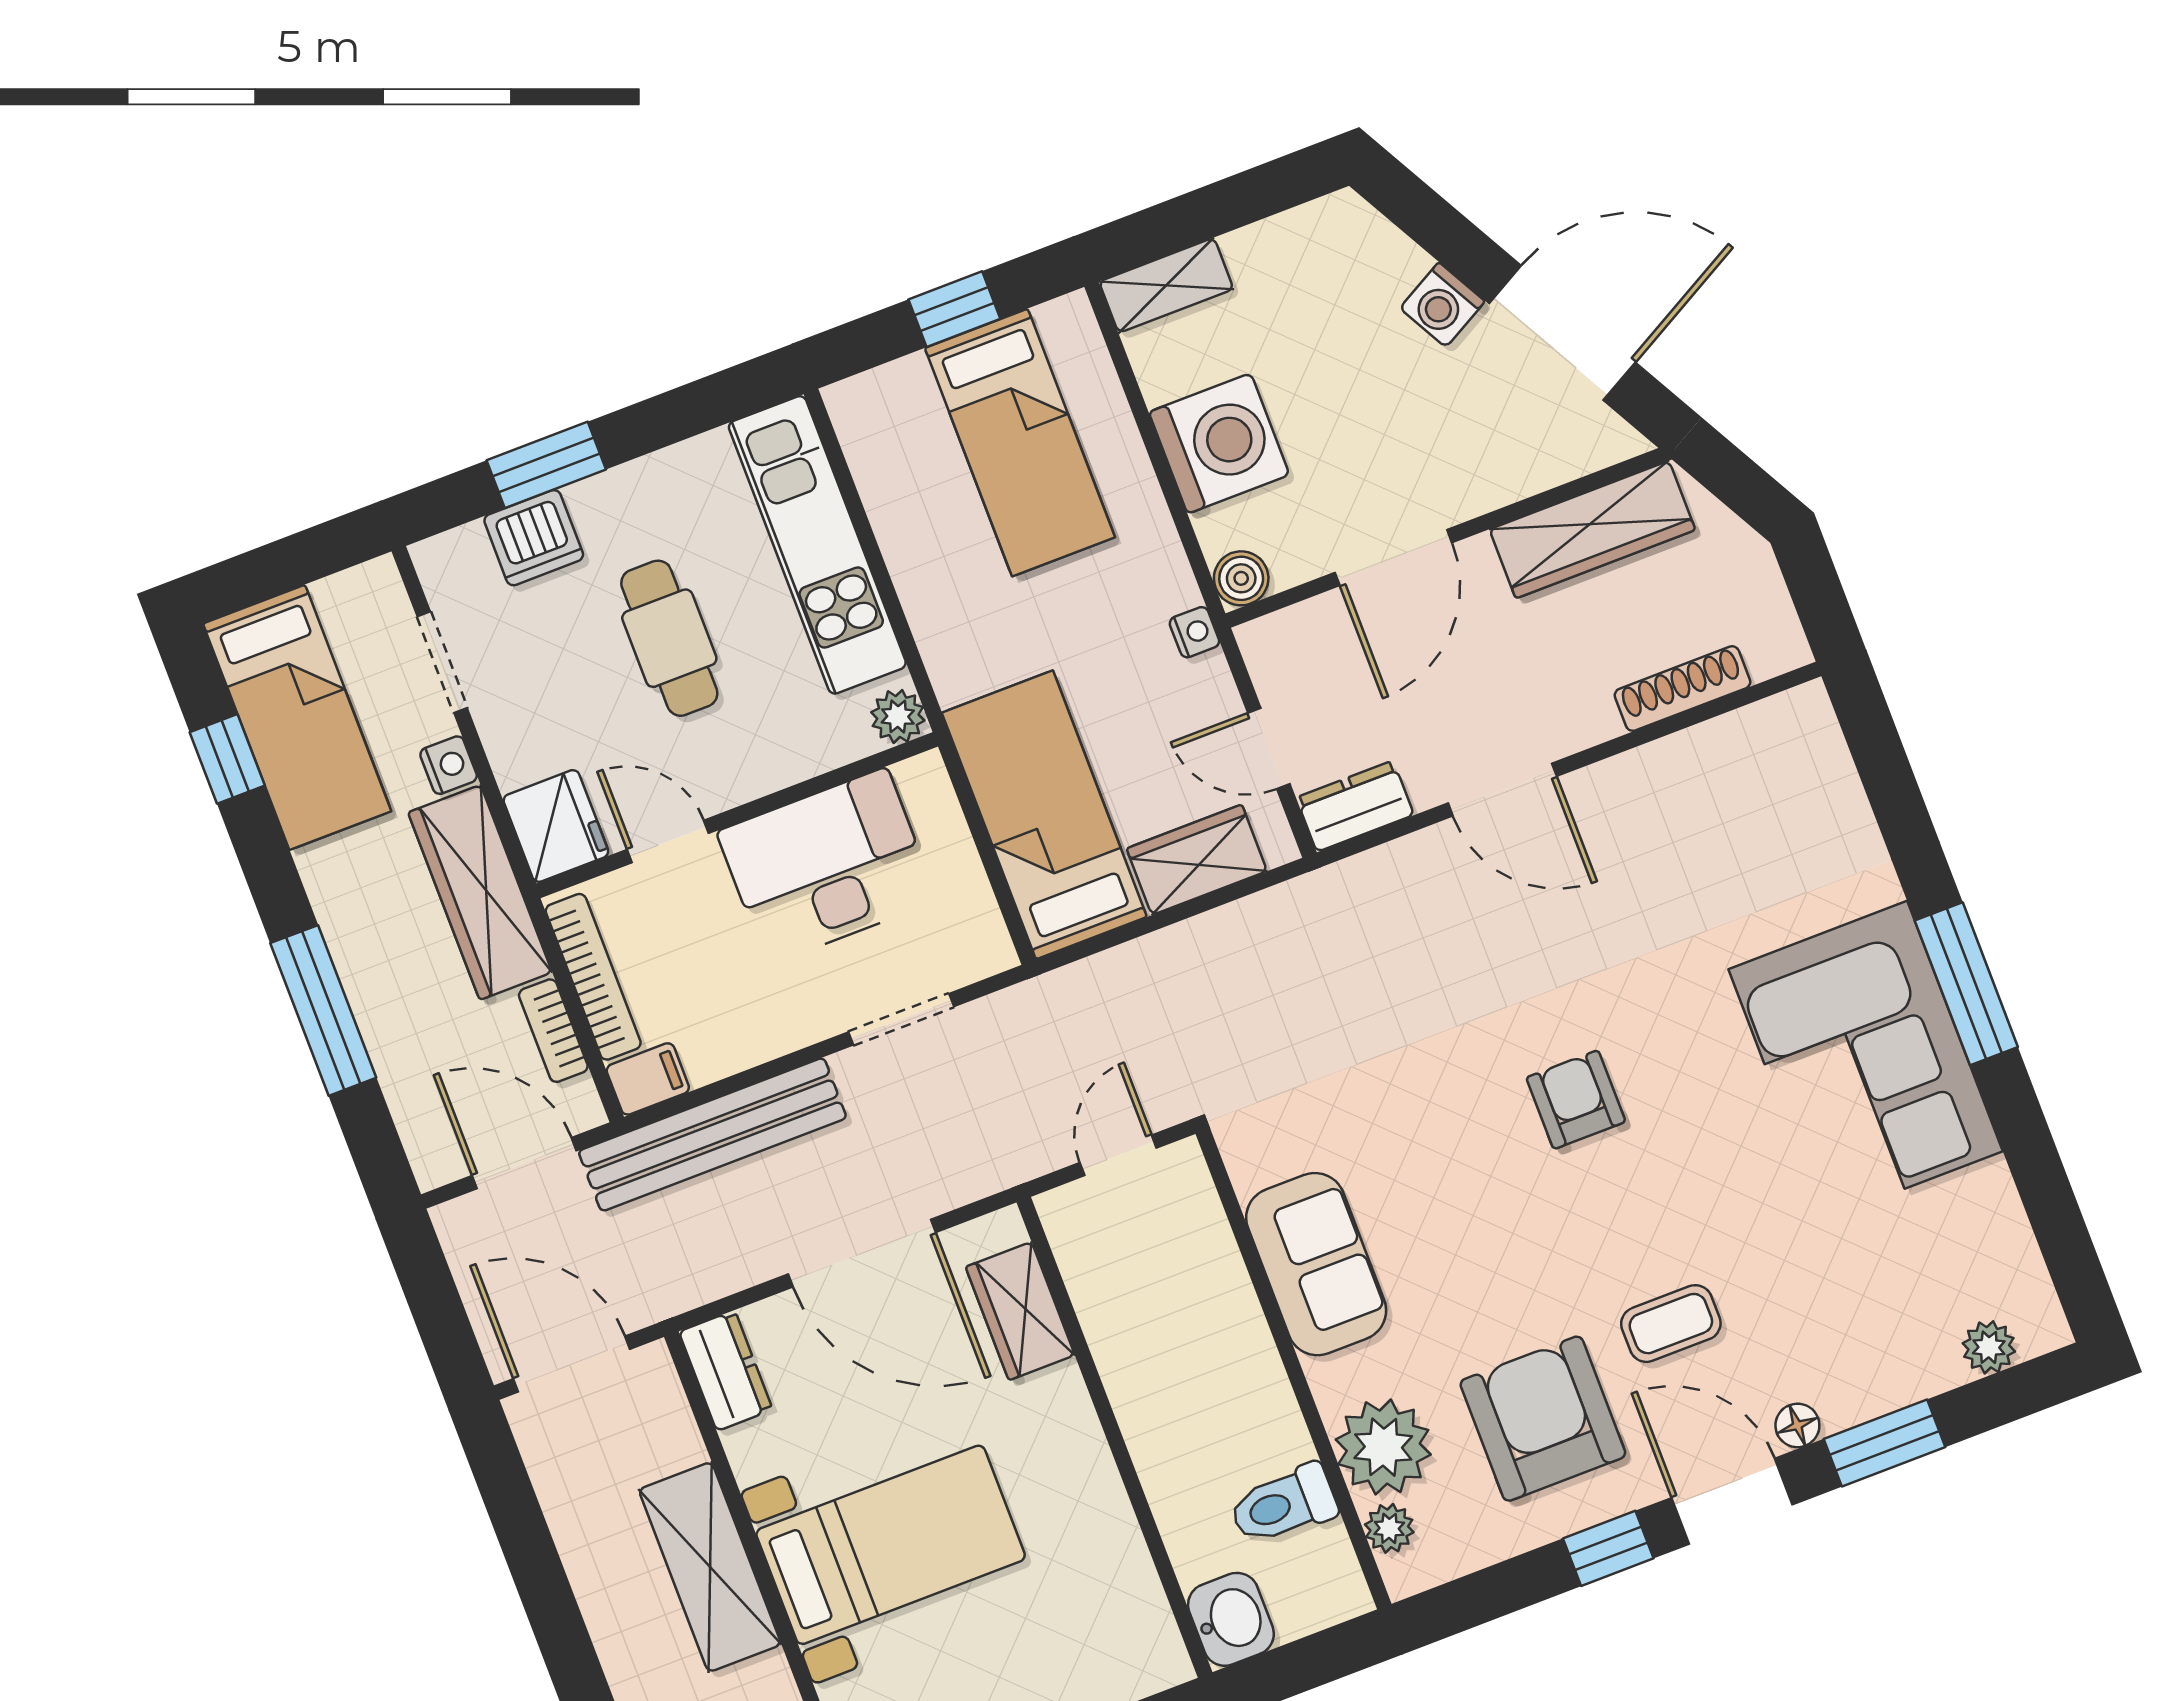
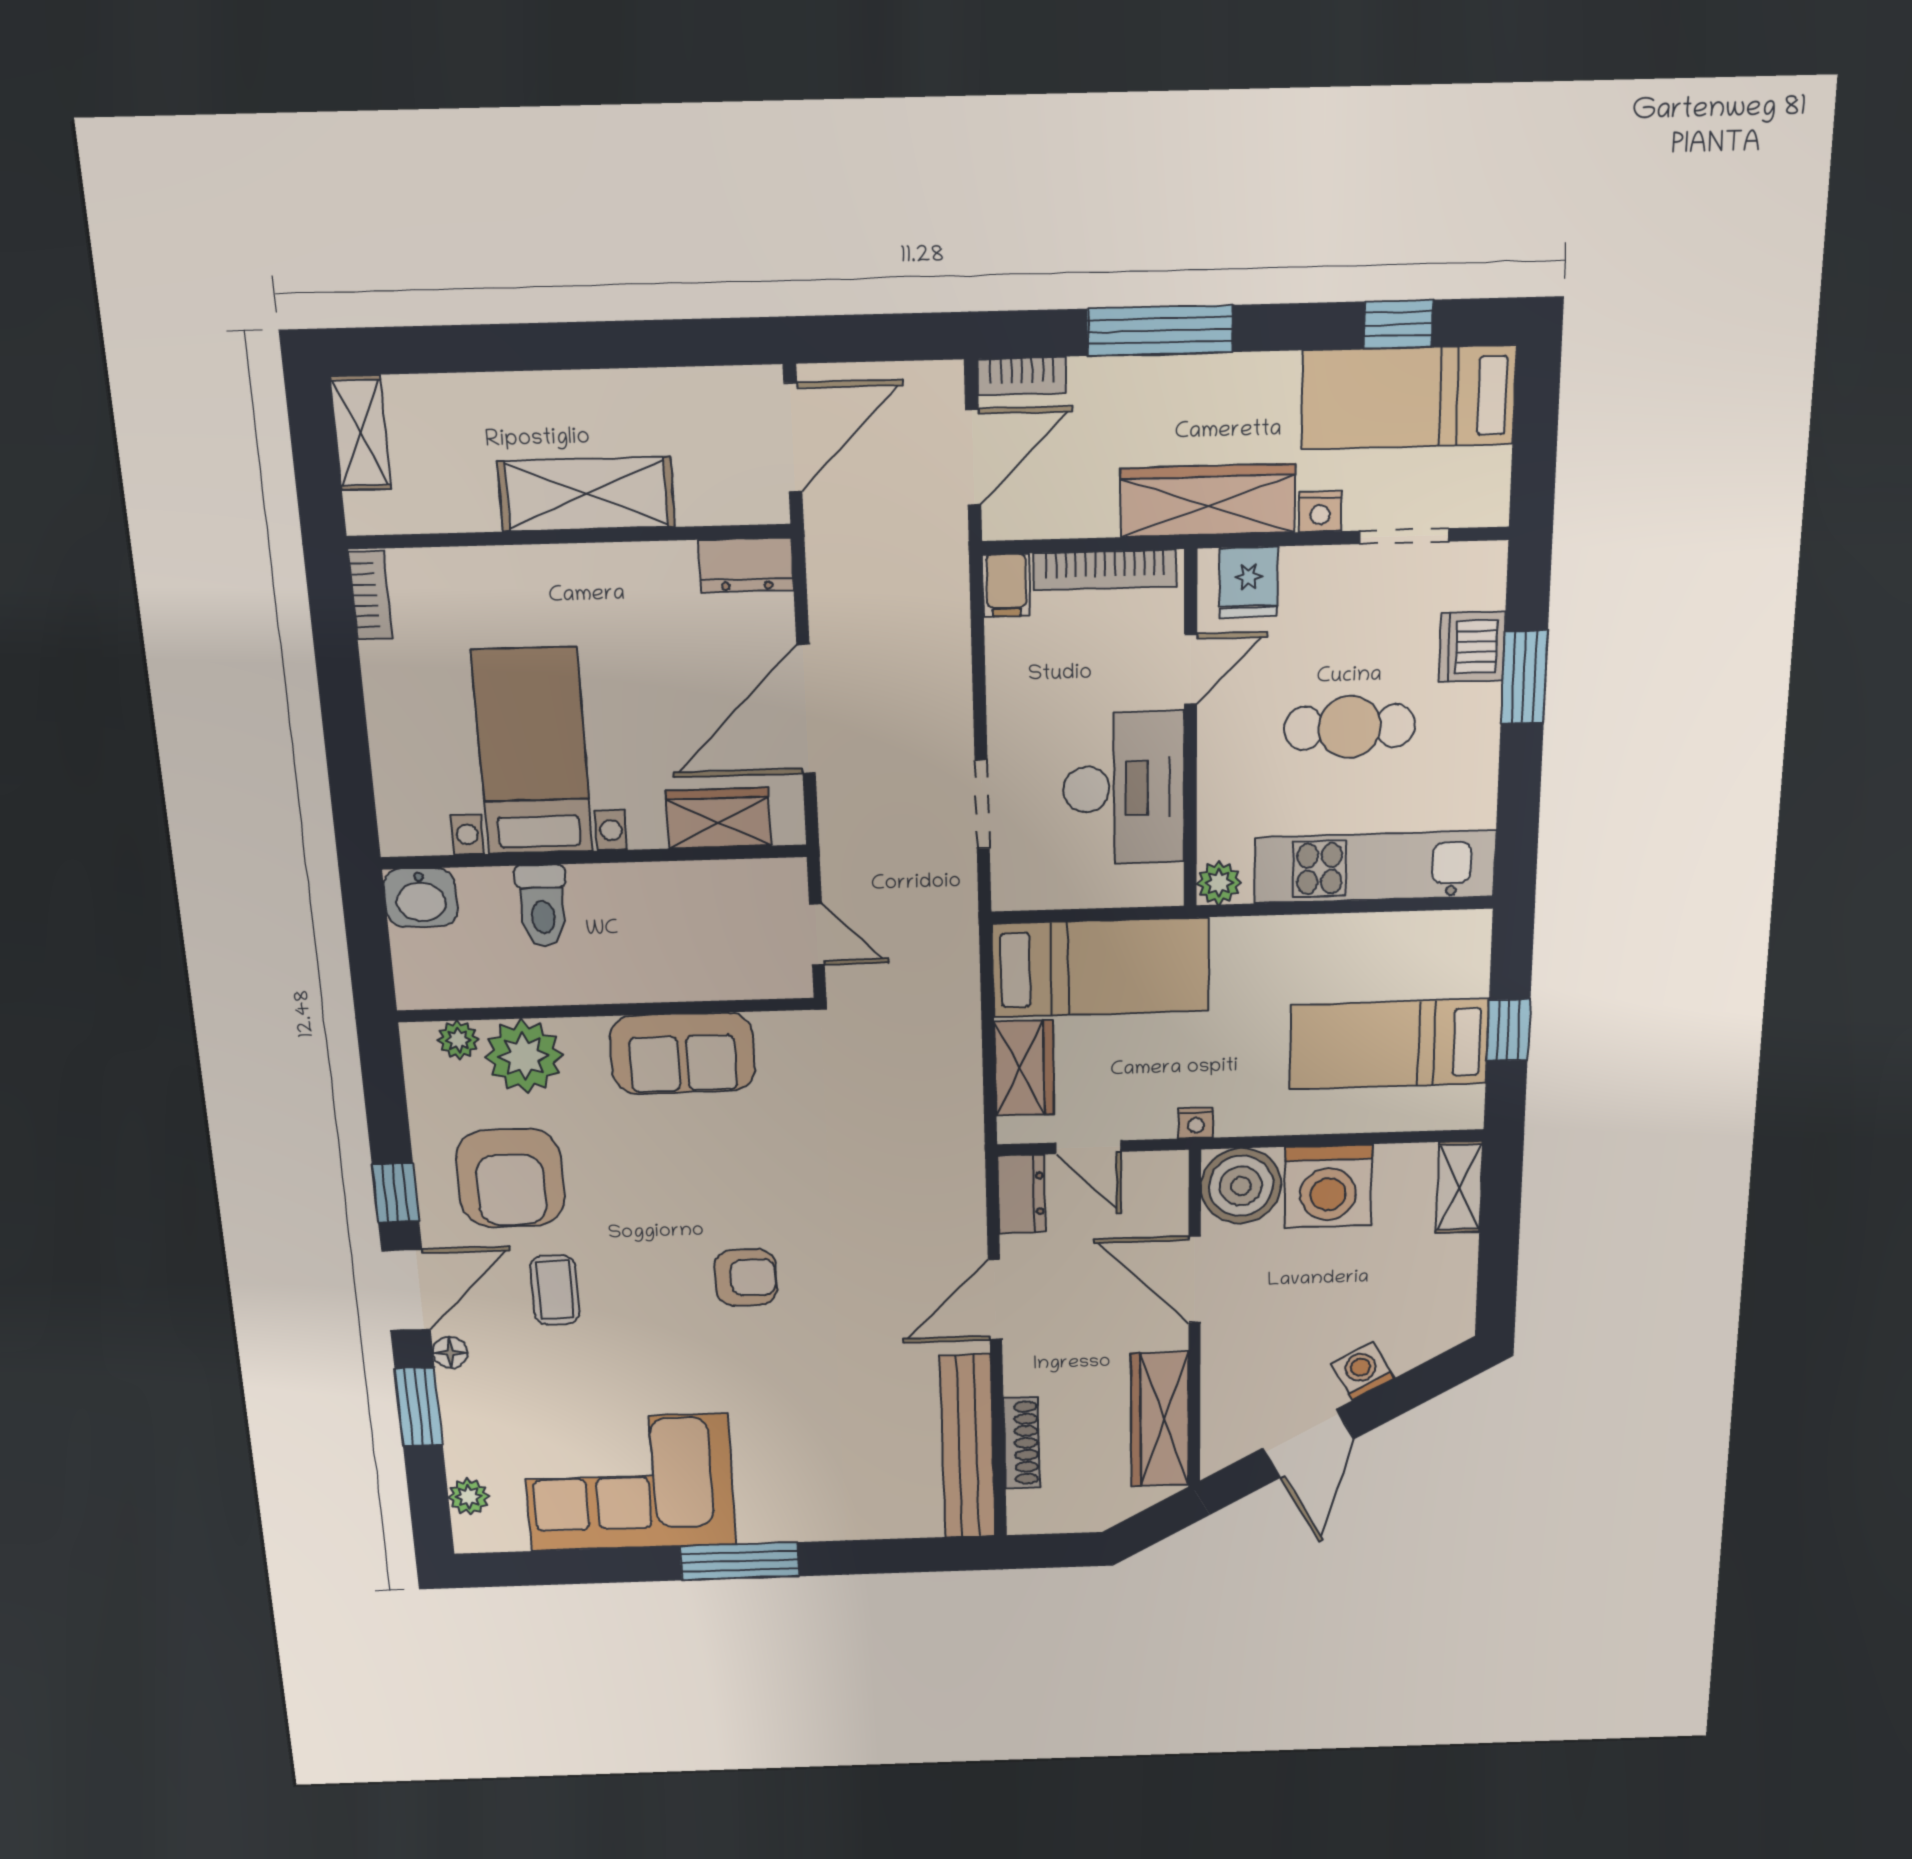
door: (1562, 333) -> (1308, 1444), width x0.73
boiler: (1241, 578) -> (1241, 1186), width x1.86, depth x1.86
door: (1269, 748) -> (1088, 1147), swing flipped
fridge: (556, 826) -> (1248, 582), width x0.72
bookcase: (553, 1031) -> (1022, 376), moved, turned 180
corner sofa: (1866, 1060) -> (629, 1483), moved
bench: (712, 1135) -> (968, 1447), moved
armchair: (1543, 1419) -> (510, 1178), turned 90
toilet: (1283, 1505) -> (542, 906), moved, turned 180
bed with nightstands: (891, 1545) -> (532, 751), moved, turned 180

